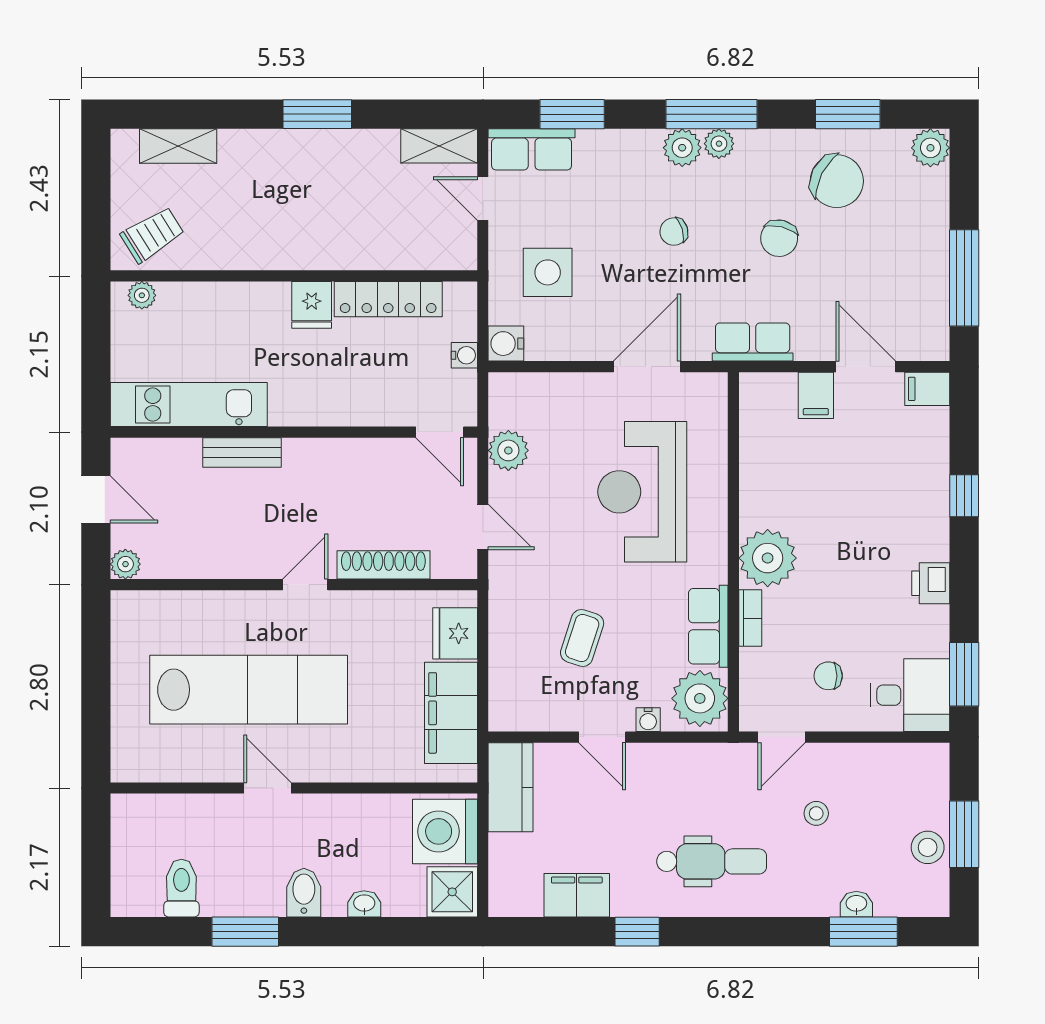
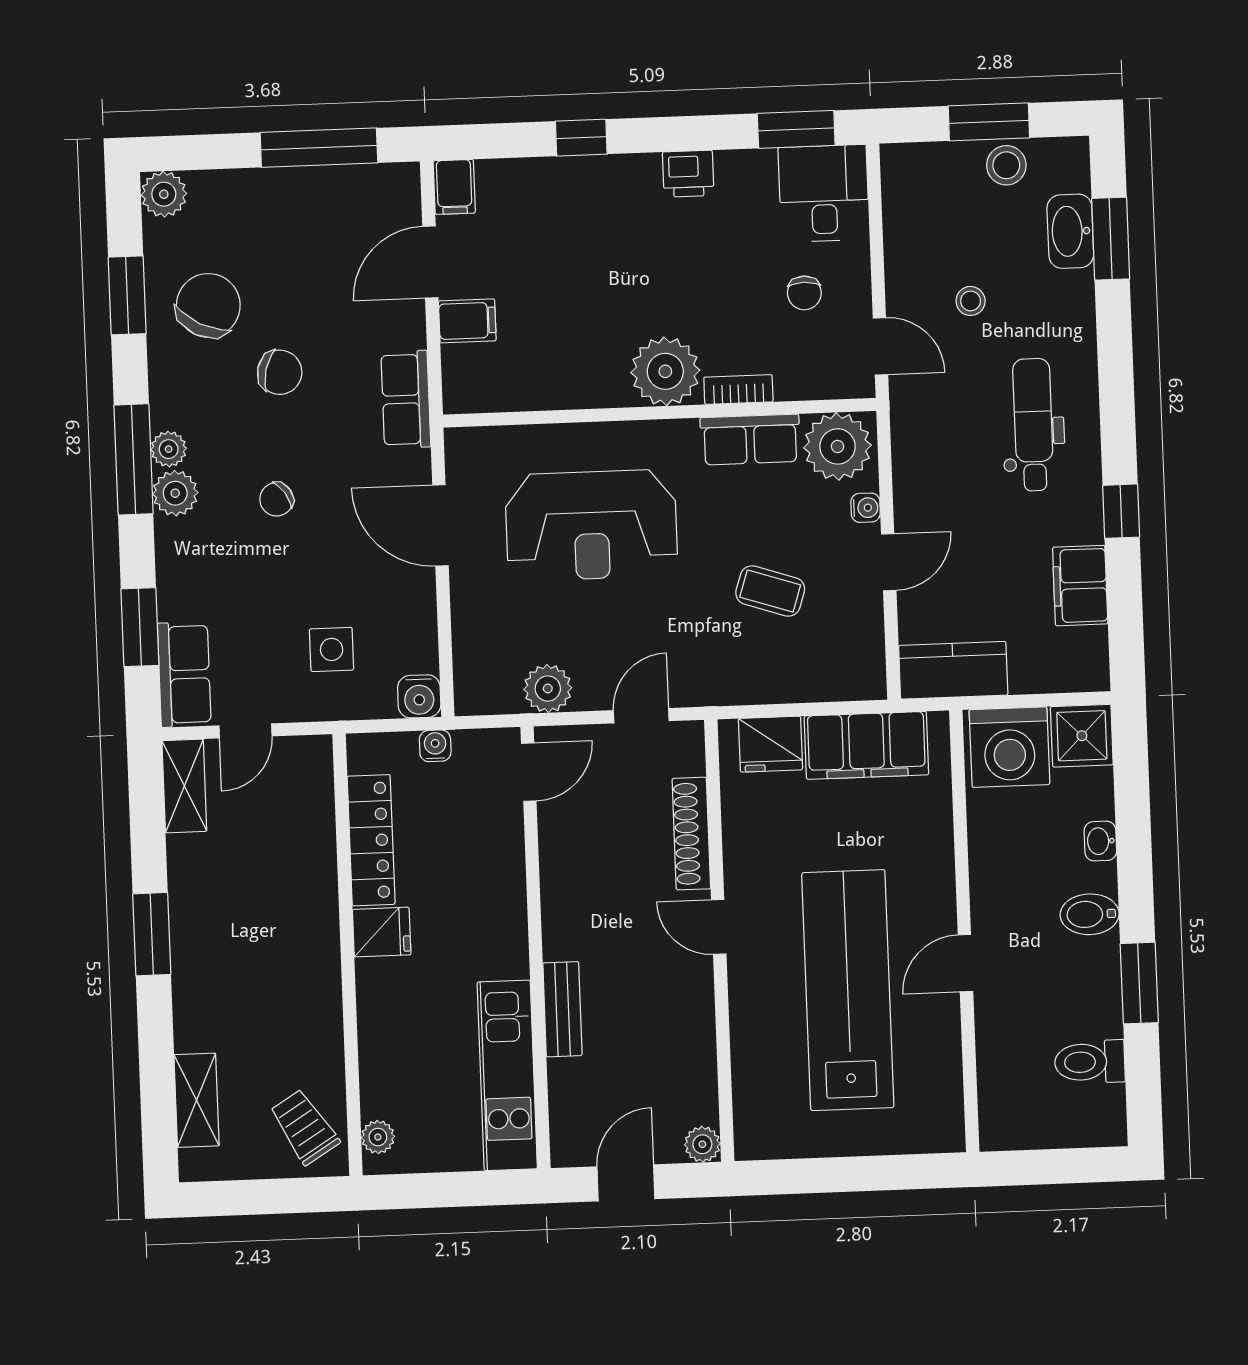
chair: (674, 232) -> (277, 499), turned 73
side table: (548, 272) -> (332, 649), width x0.73, depth x0.73
washbasin: (856, 904) -> (1070, 231), width x1.91, depth x1.45

